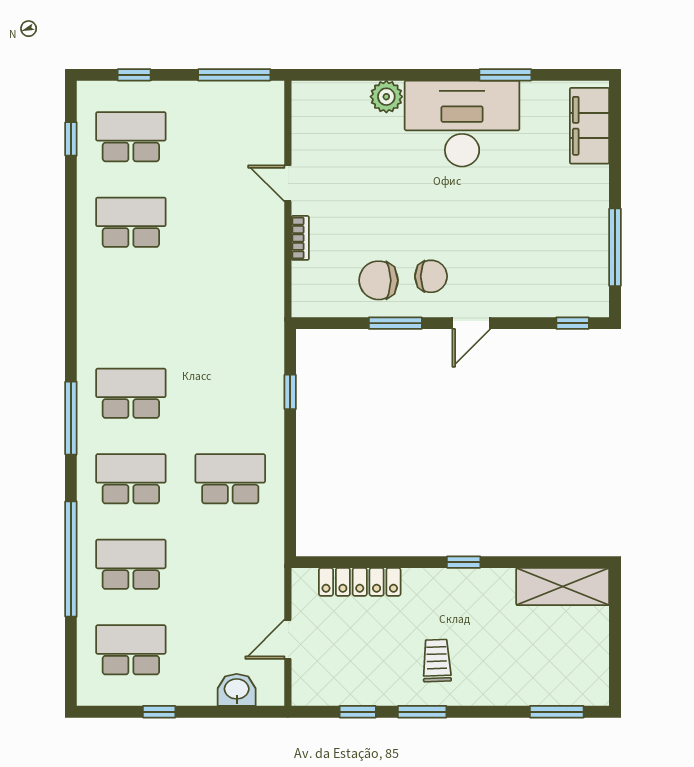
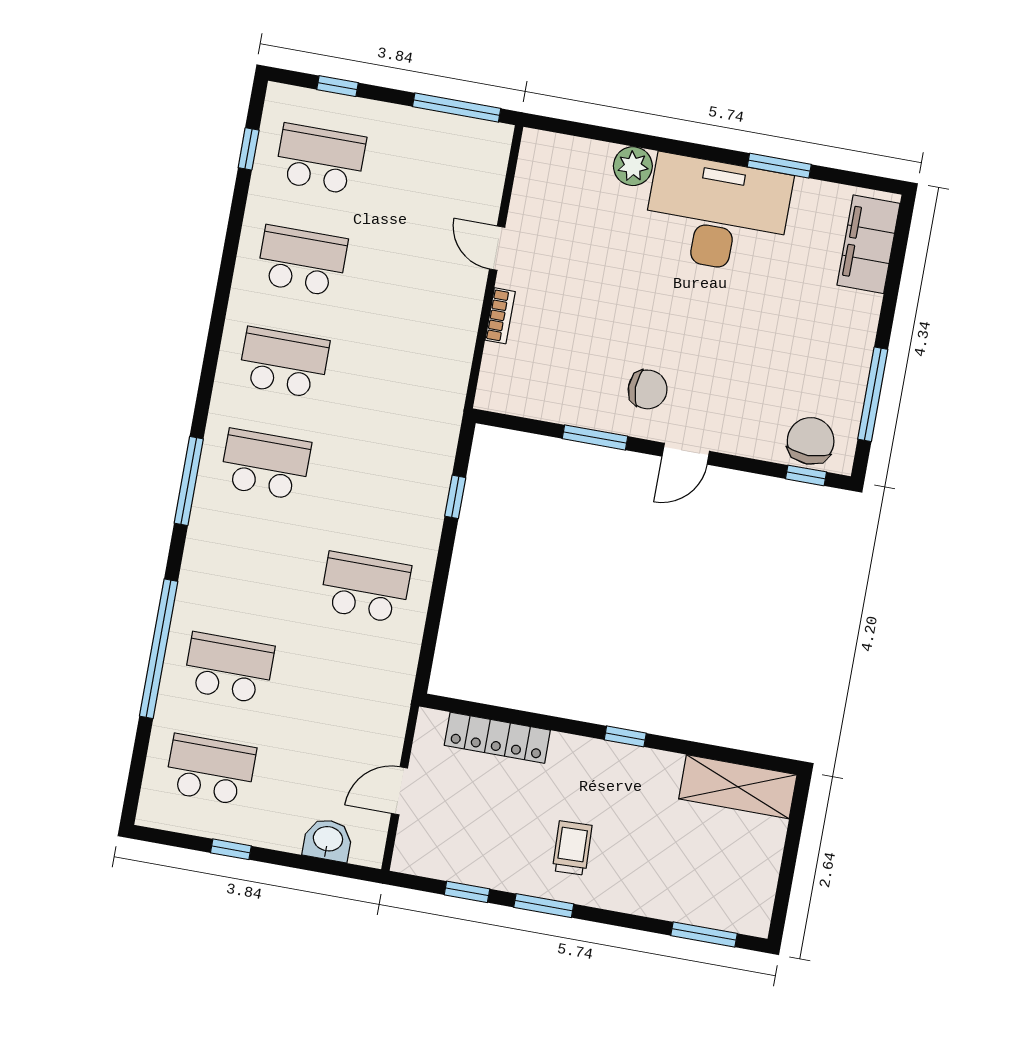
chair: (379, 280) -> (811, 441), moved, turned 90
school desk: (131, 479) -> (284, 363), moved

